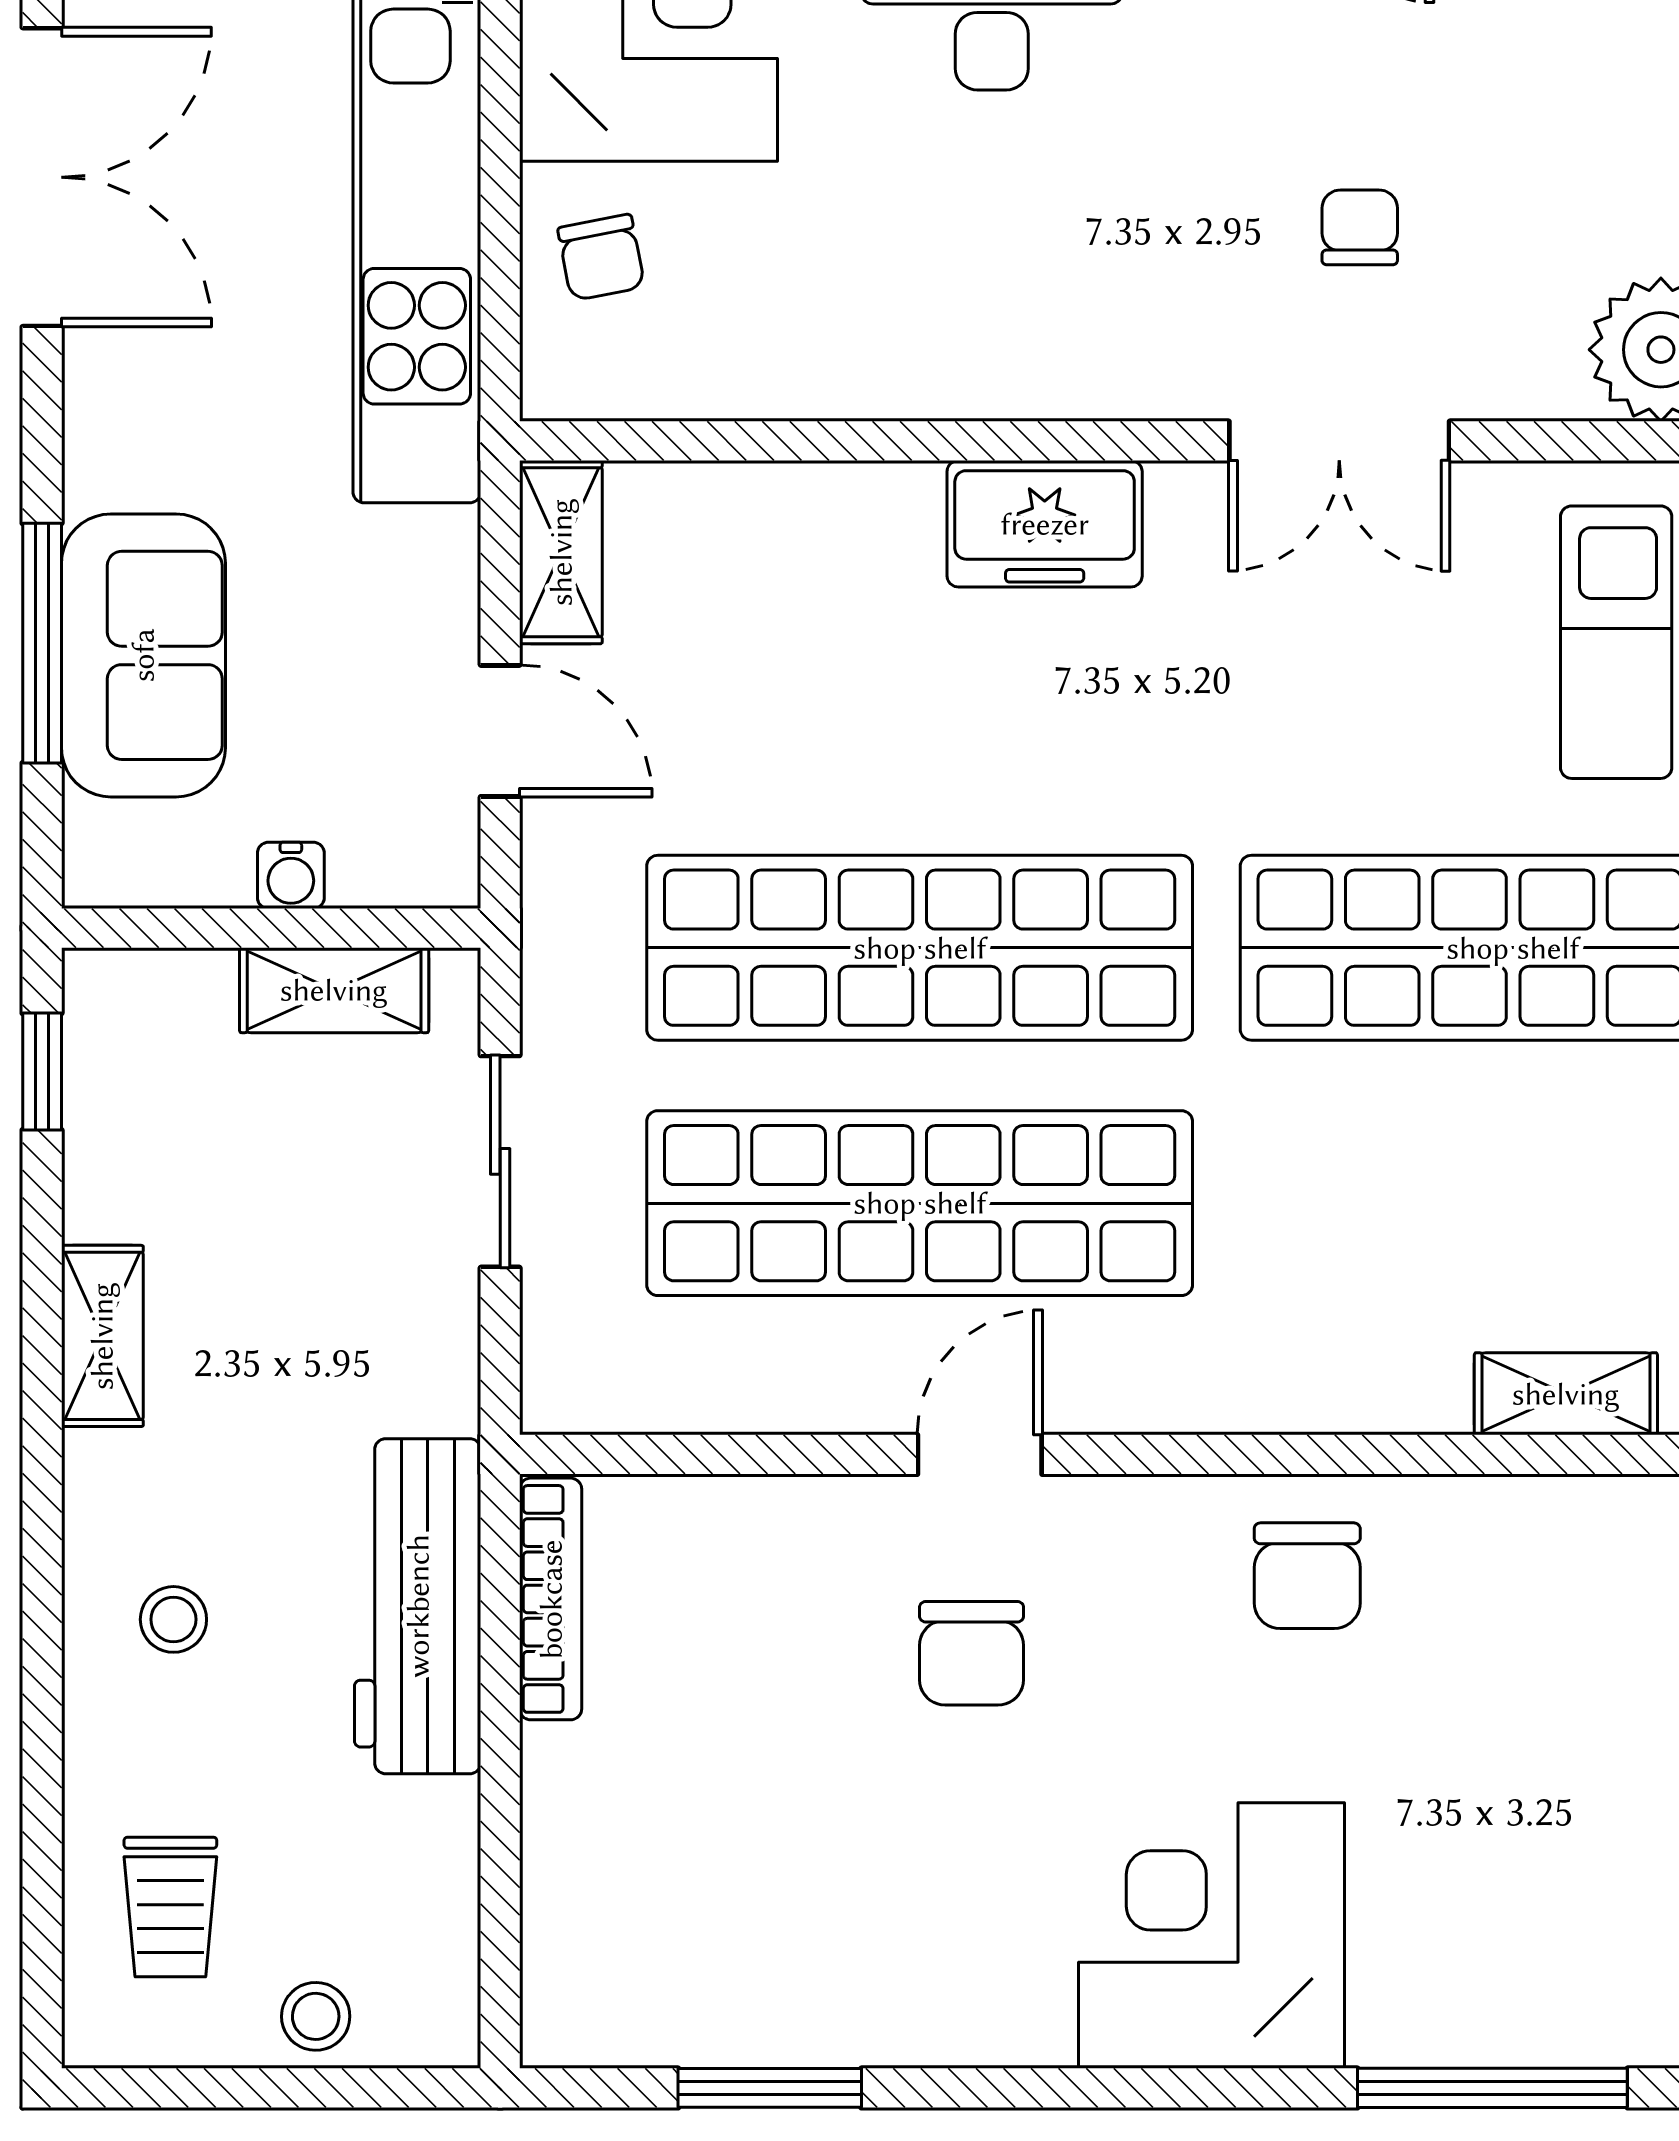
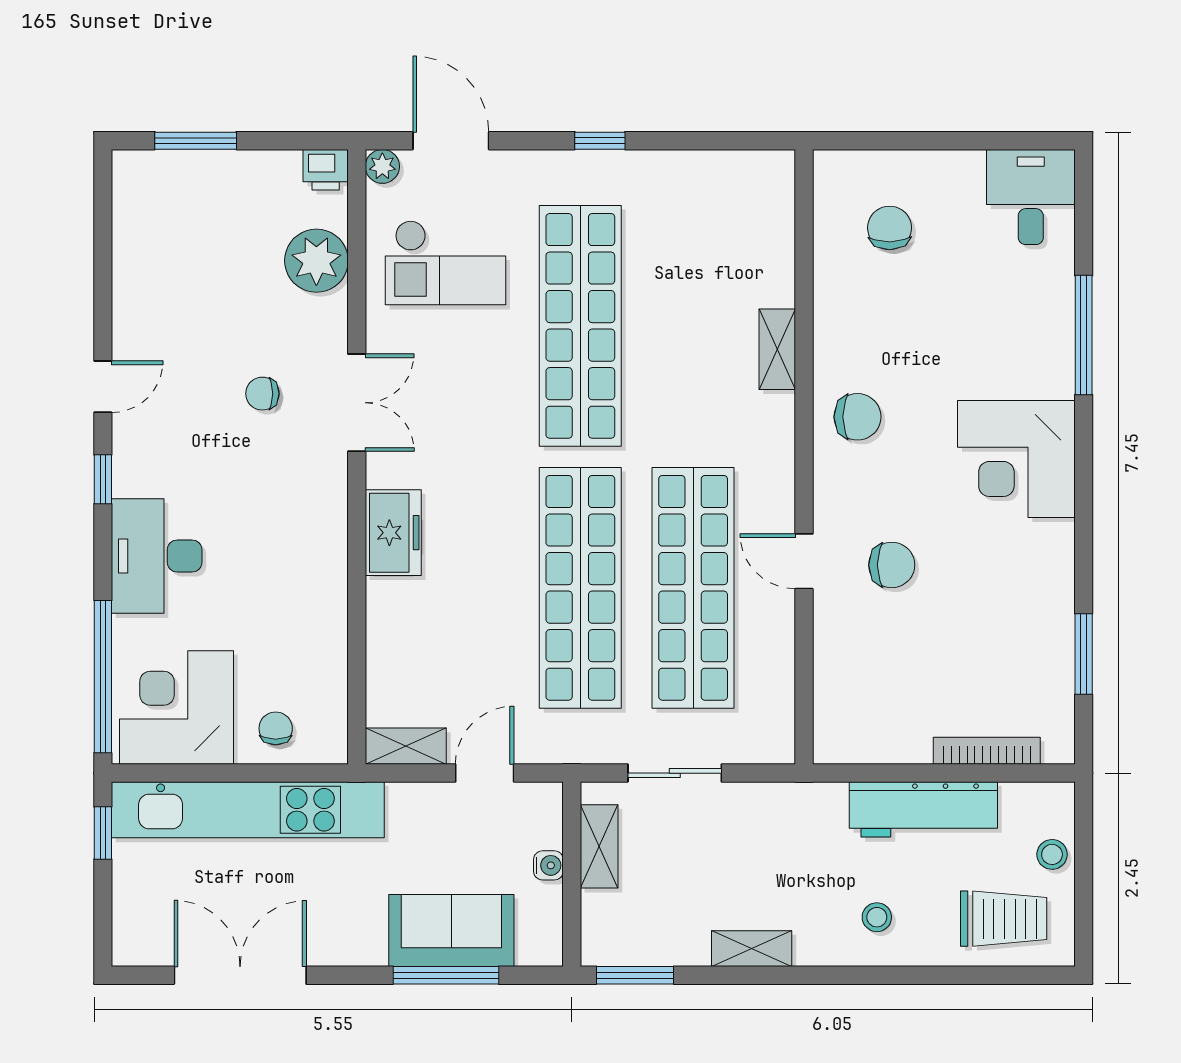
chair: (601, 257) -> (276, 728), turned -79
window: (42, 1072) -> (635, 975), width x1.50
shelving: (1566, 1394) -> (777, 349), moved
bookcase: (551, 1599) -> (987, 751), moved
workbench: (418, 1606) -> (923, 809), moved
trolley: (170, 1907) -> (1004, 919), width x1.36, depth x1.39

